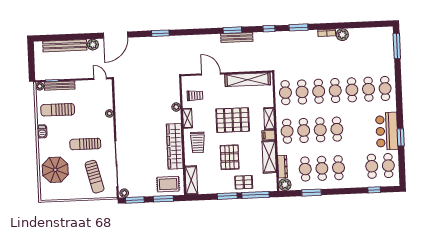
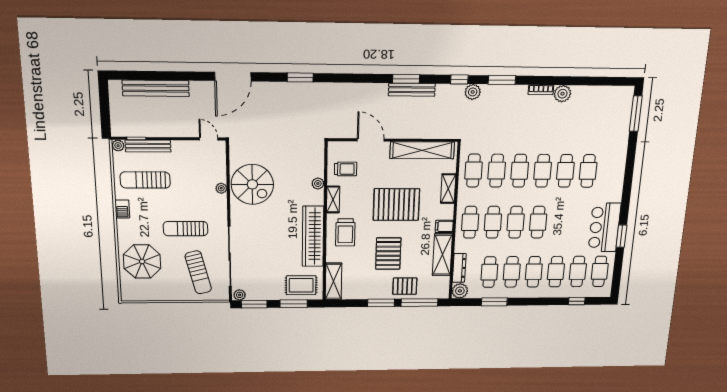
plant: (93, 45) -> (473, 92), moved
cafe table: (385, 88) -> (556, 272), moved
spiral stairs: (131, 110) -> (252, 184), added
shelving: (269, 119) -> (448, 189), moved

